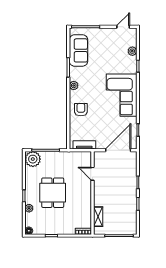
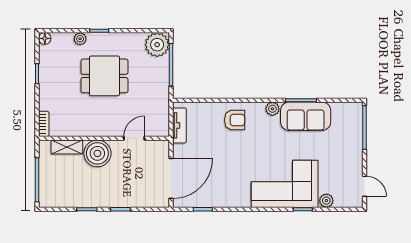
sofa: (78, 50) -> (306, 116), moved
corner sofa: (122, 95) -> (285, 184), moved
door: (118, 150) -> (171, 178), hinge flipped
boiler: (102, 197) -> (97, 153), added

